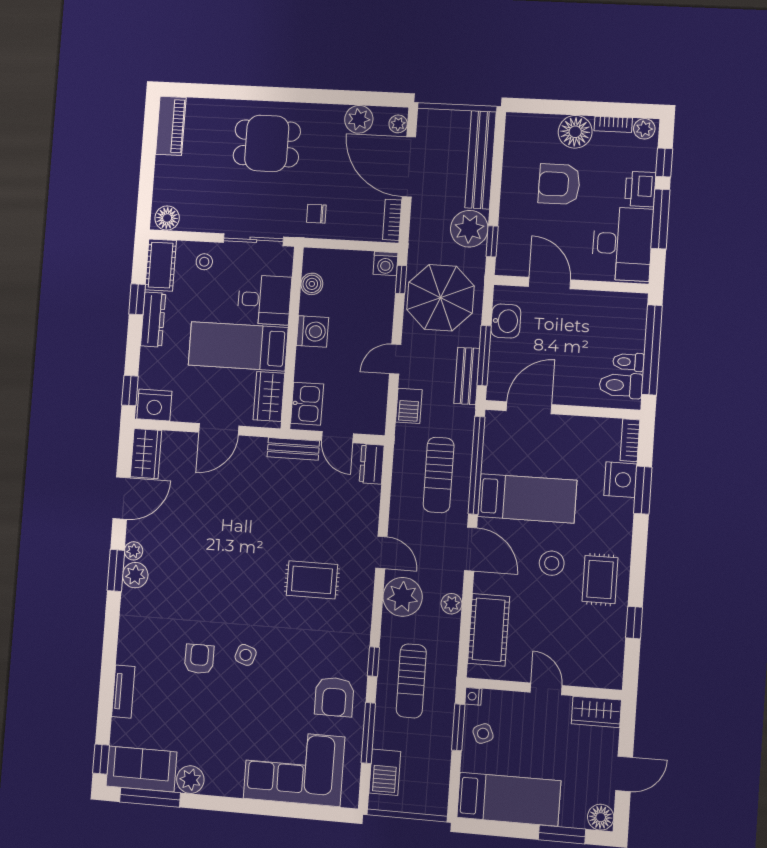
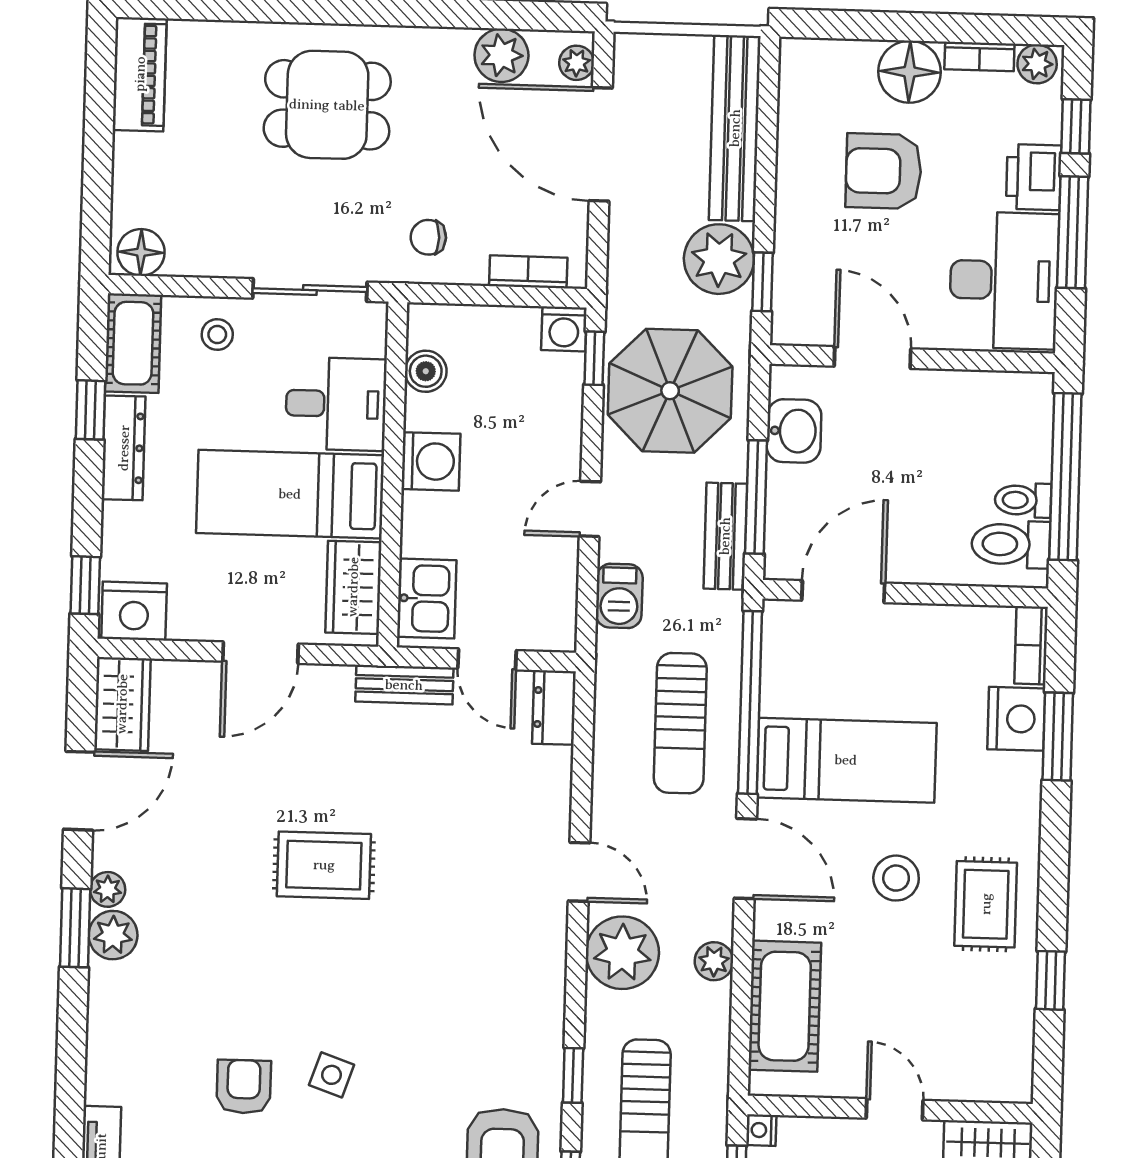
bookcase: (392, 220) -> (528, 272), moved, turned 90
rug: (312, 580) -> (324, 865), moved

